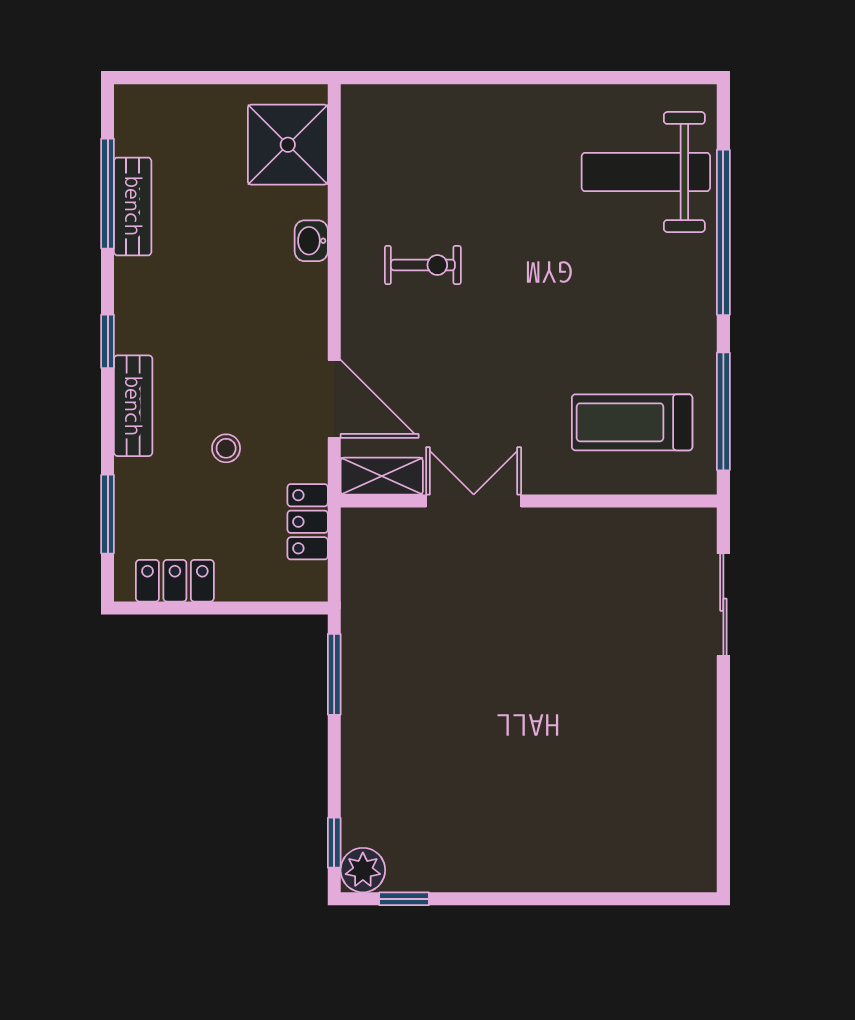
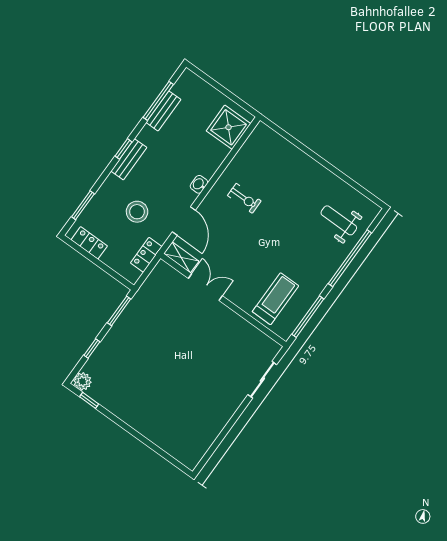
weight bench: (646, 172) -> (339, 220), width x0.73, depth x0.75
washbasin: (311, 241) -> (199, 184), moved
bench: (133, 406) -> (129, 159), moved
treadmill: (632, 422) -> (275, 299), turned 90
stool: (226, 448) -> (137, 212), width x1.89, depth x1.89
window: (334, 843) -> (92, 349), moved

